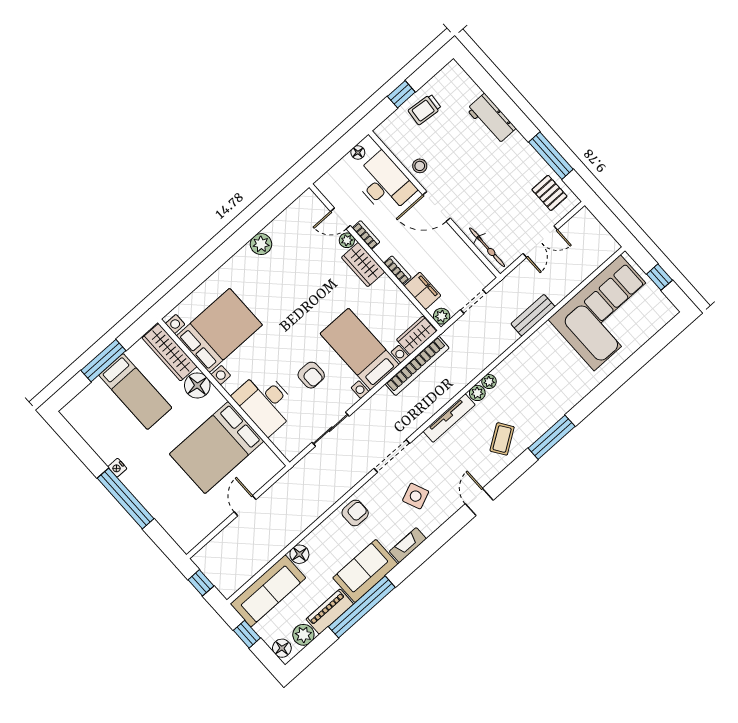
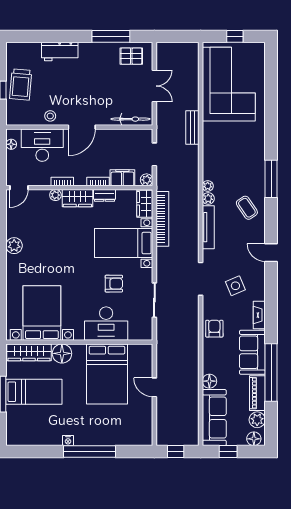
trolley: (425, 109) -> (21, 85), width x1.36, depth x1.39
door: (340, 219) -> (19, 188), moved
dresser: (389, 289) -> (105, 195), added

